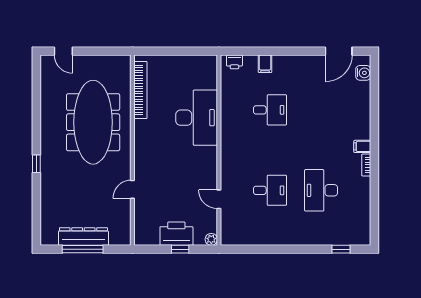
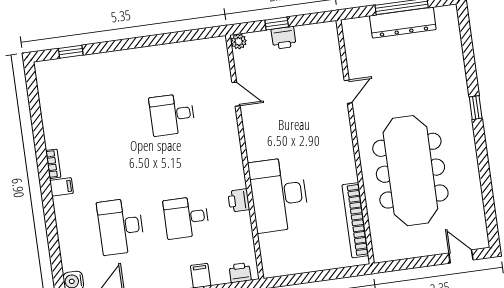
printer: (228, 117) -> (239, 200), added
desk: (321, 190) -> (121, 226), moved, turned 180
printer: (176, 234) -> (284, 38), width x0.53, depth x0.68

